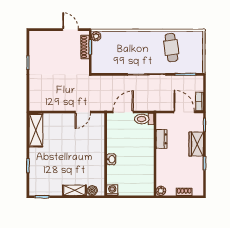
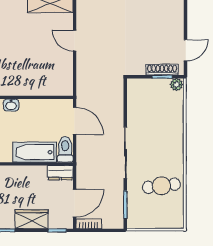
door: (83, 112) -> (75, 41), moved
dresser: (162, 139) -> (60, 173), moved
bathtub: (146, 142) -> (34, 152), added

